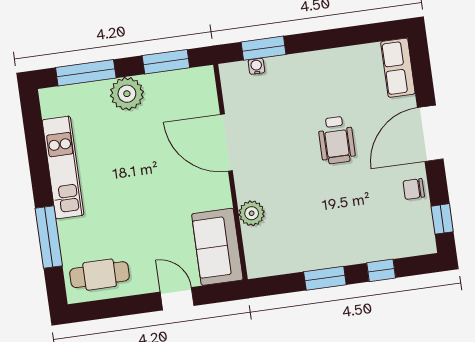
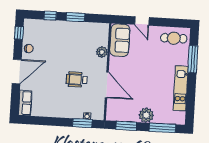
wheelchair: (337, 140) -> (77, 80), moved, turned -90

